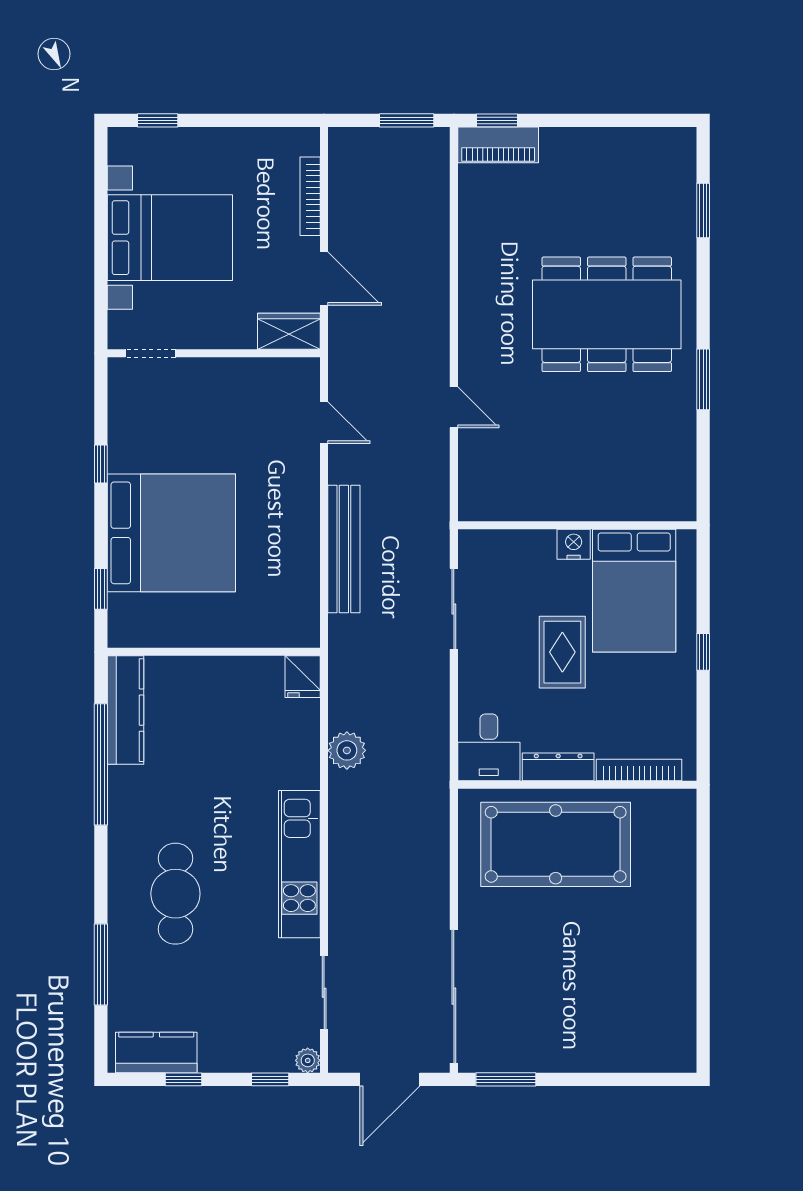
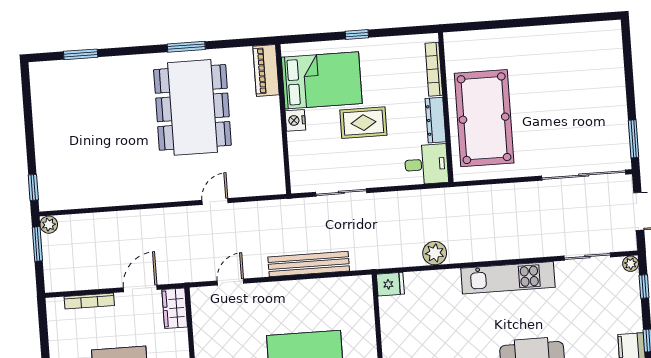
plant: (436, 141) -> (49, 225), added
piano: (498, 145) -> (266, 70), moved, turned 180
dining table: (607, 314) -> (192, 107), moved

